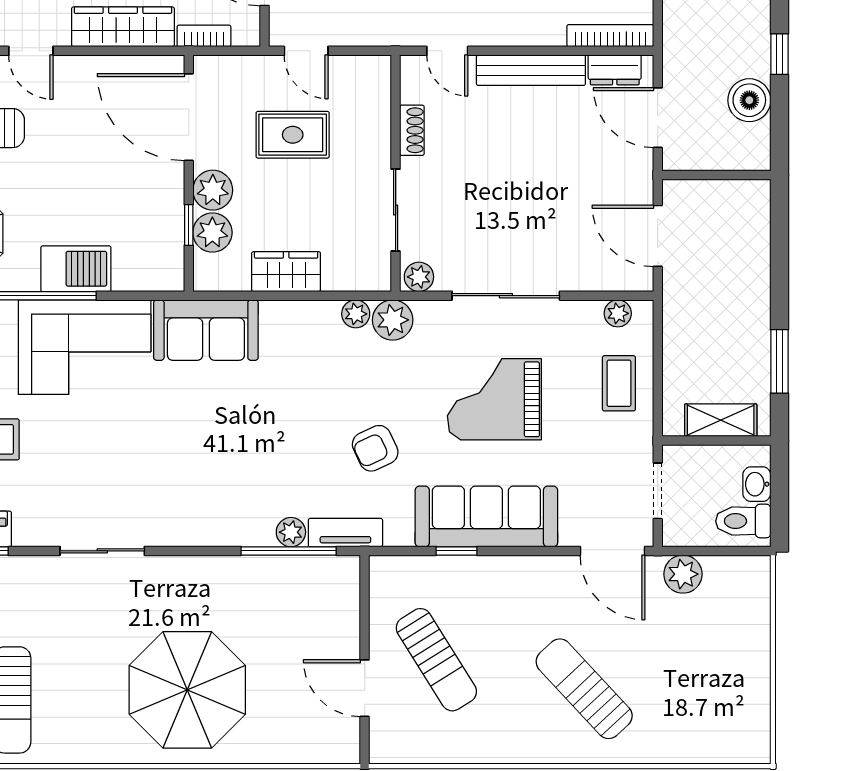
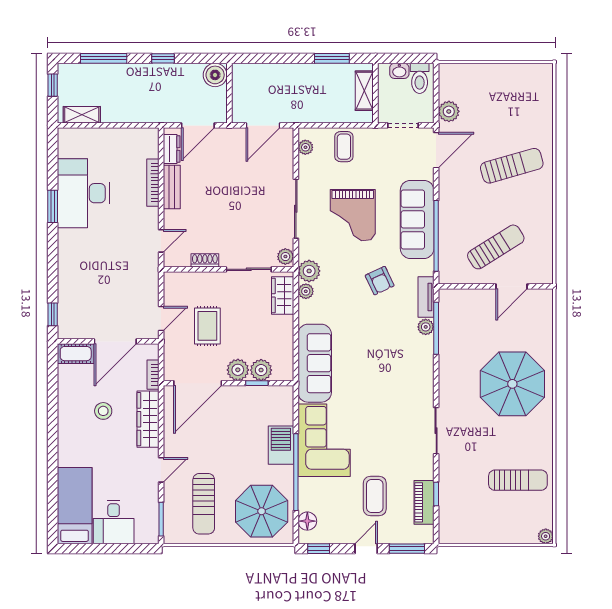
bookcase: (610, 36) -> (153, 183), moved
bench: (531, 70) -> (172, 187), width x0.73
boiler: (749, 100) -> (215, 75), moved
wardrobe: (286, 272) -> (283, 295), moved
sofa: (206, 330) -> (315, 363), width x1.36
coffee table: (619, 383) -> (344, 147), turned 90
window: (457, 551) -> (436, 236), width x3.17
sun lounger: (584, 689) -> (512, 166), turned -153

